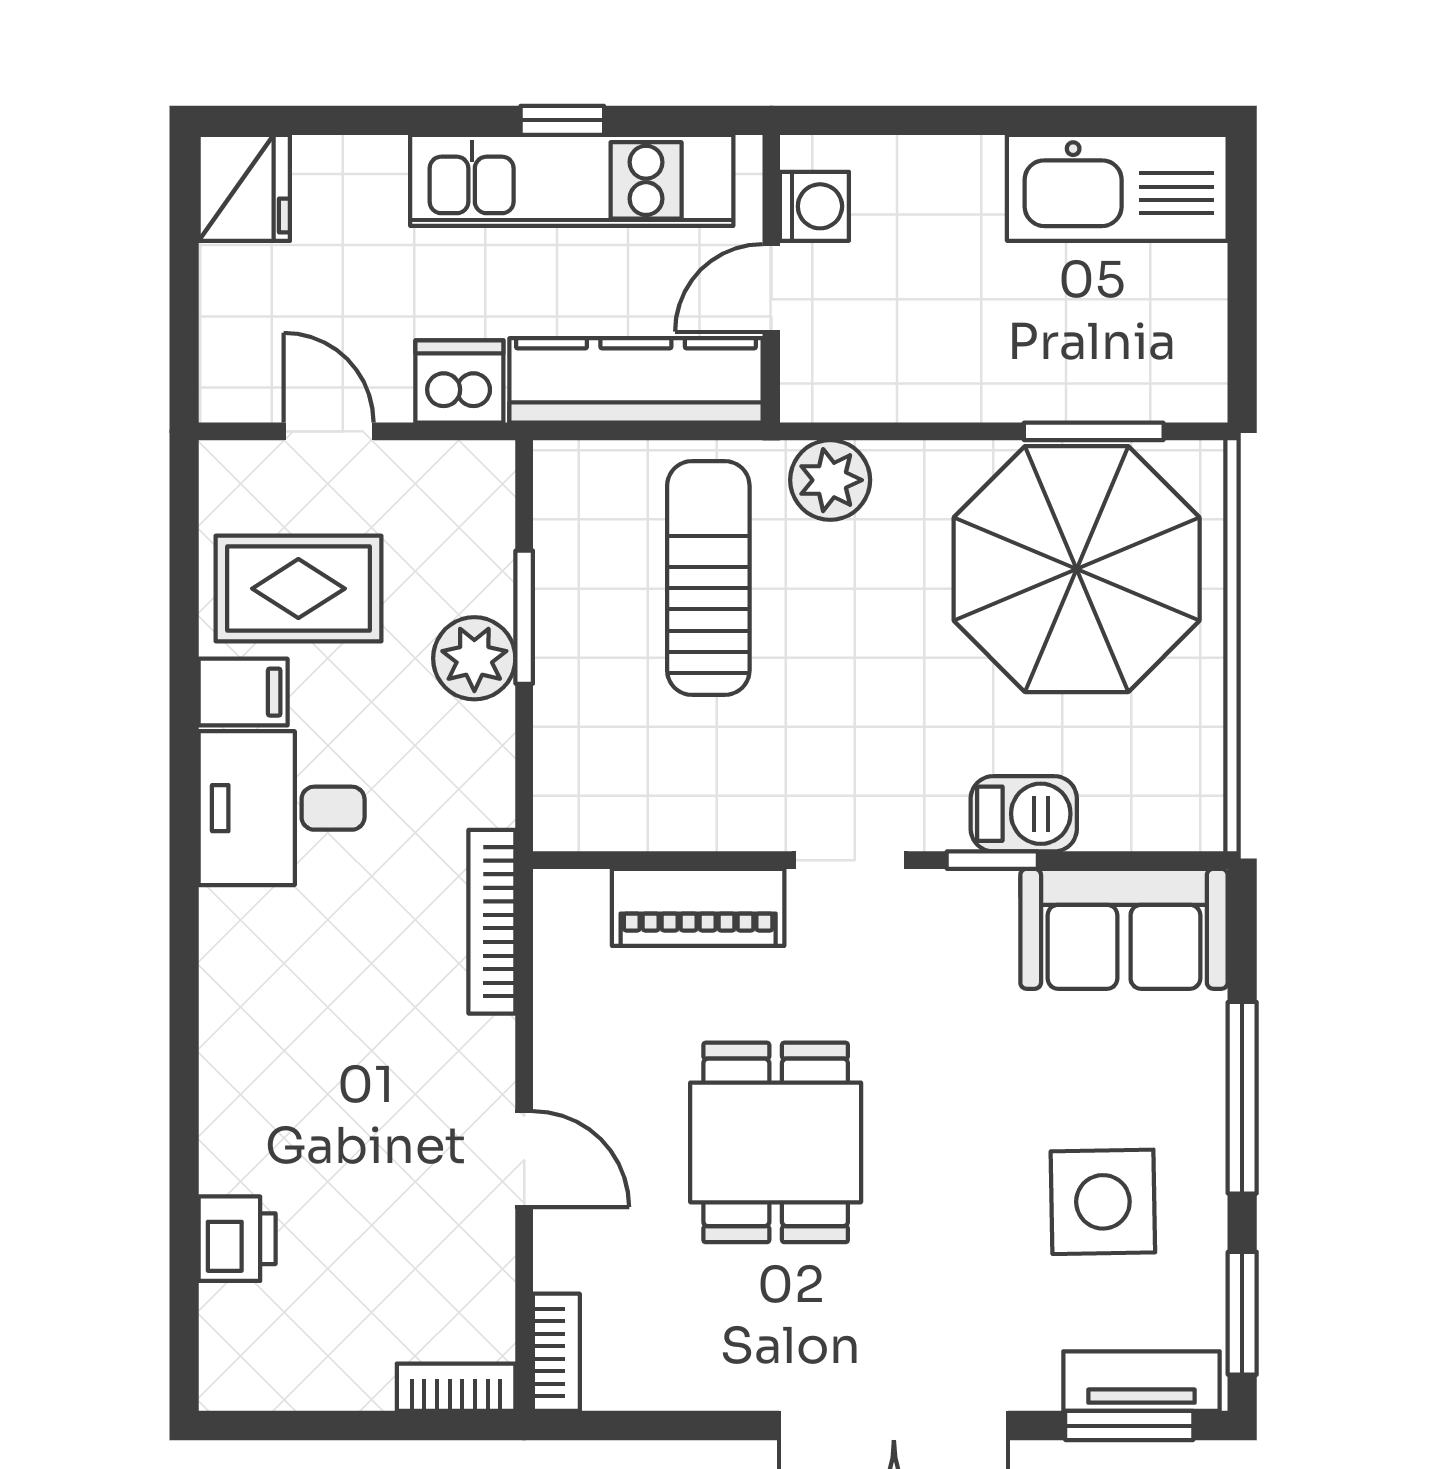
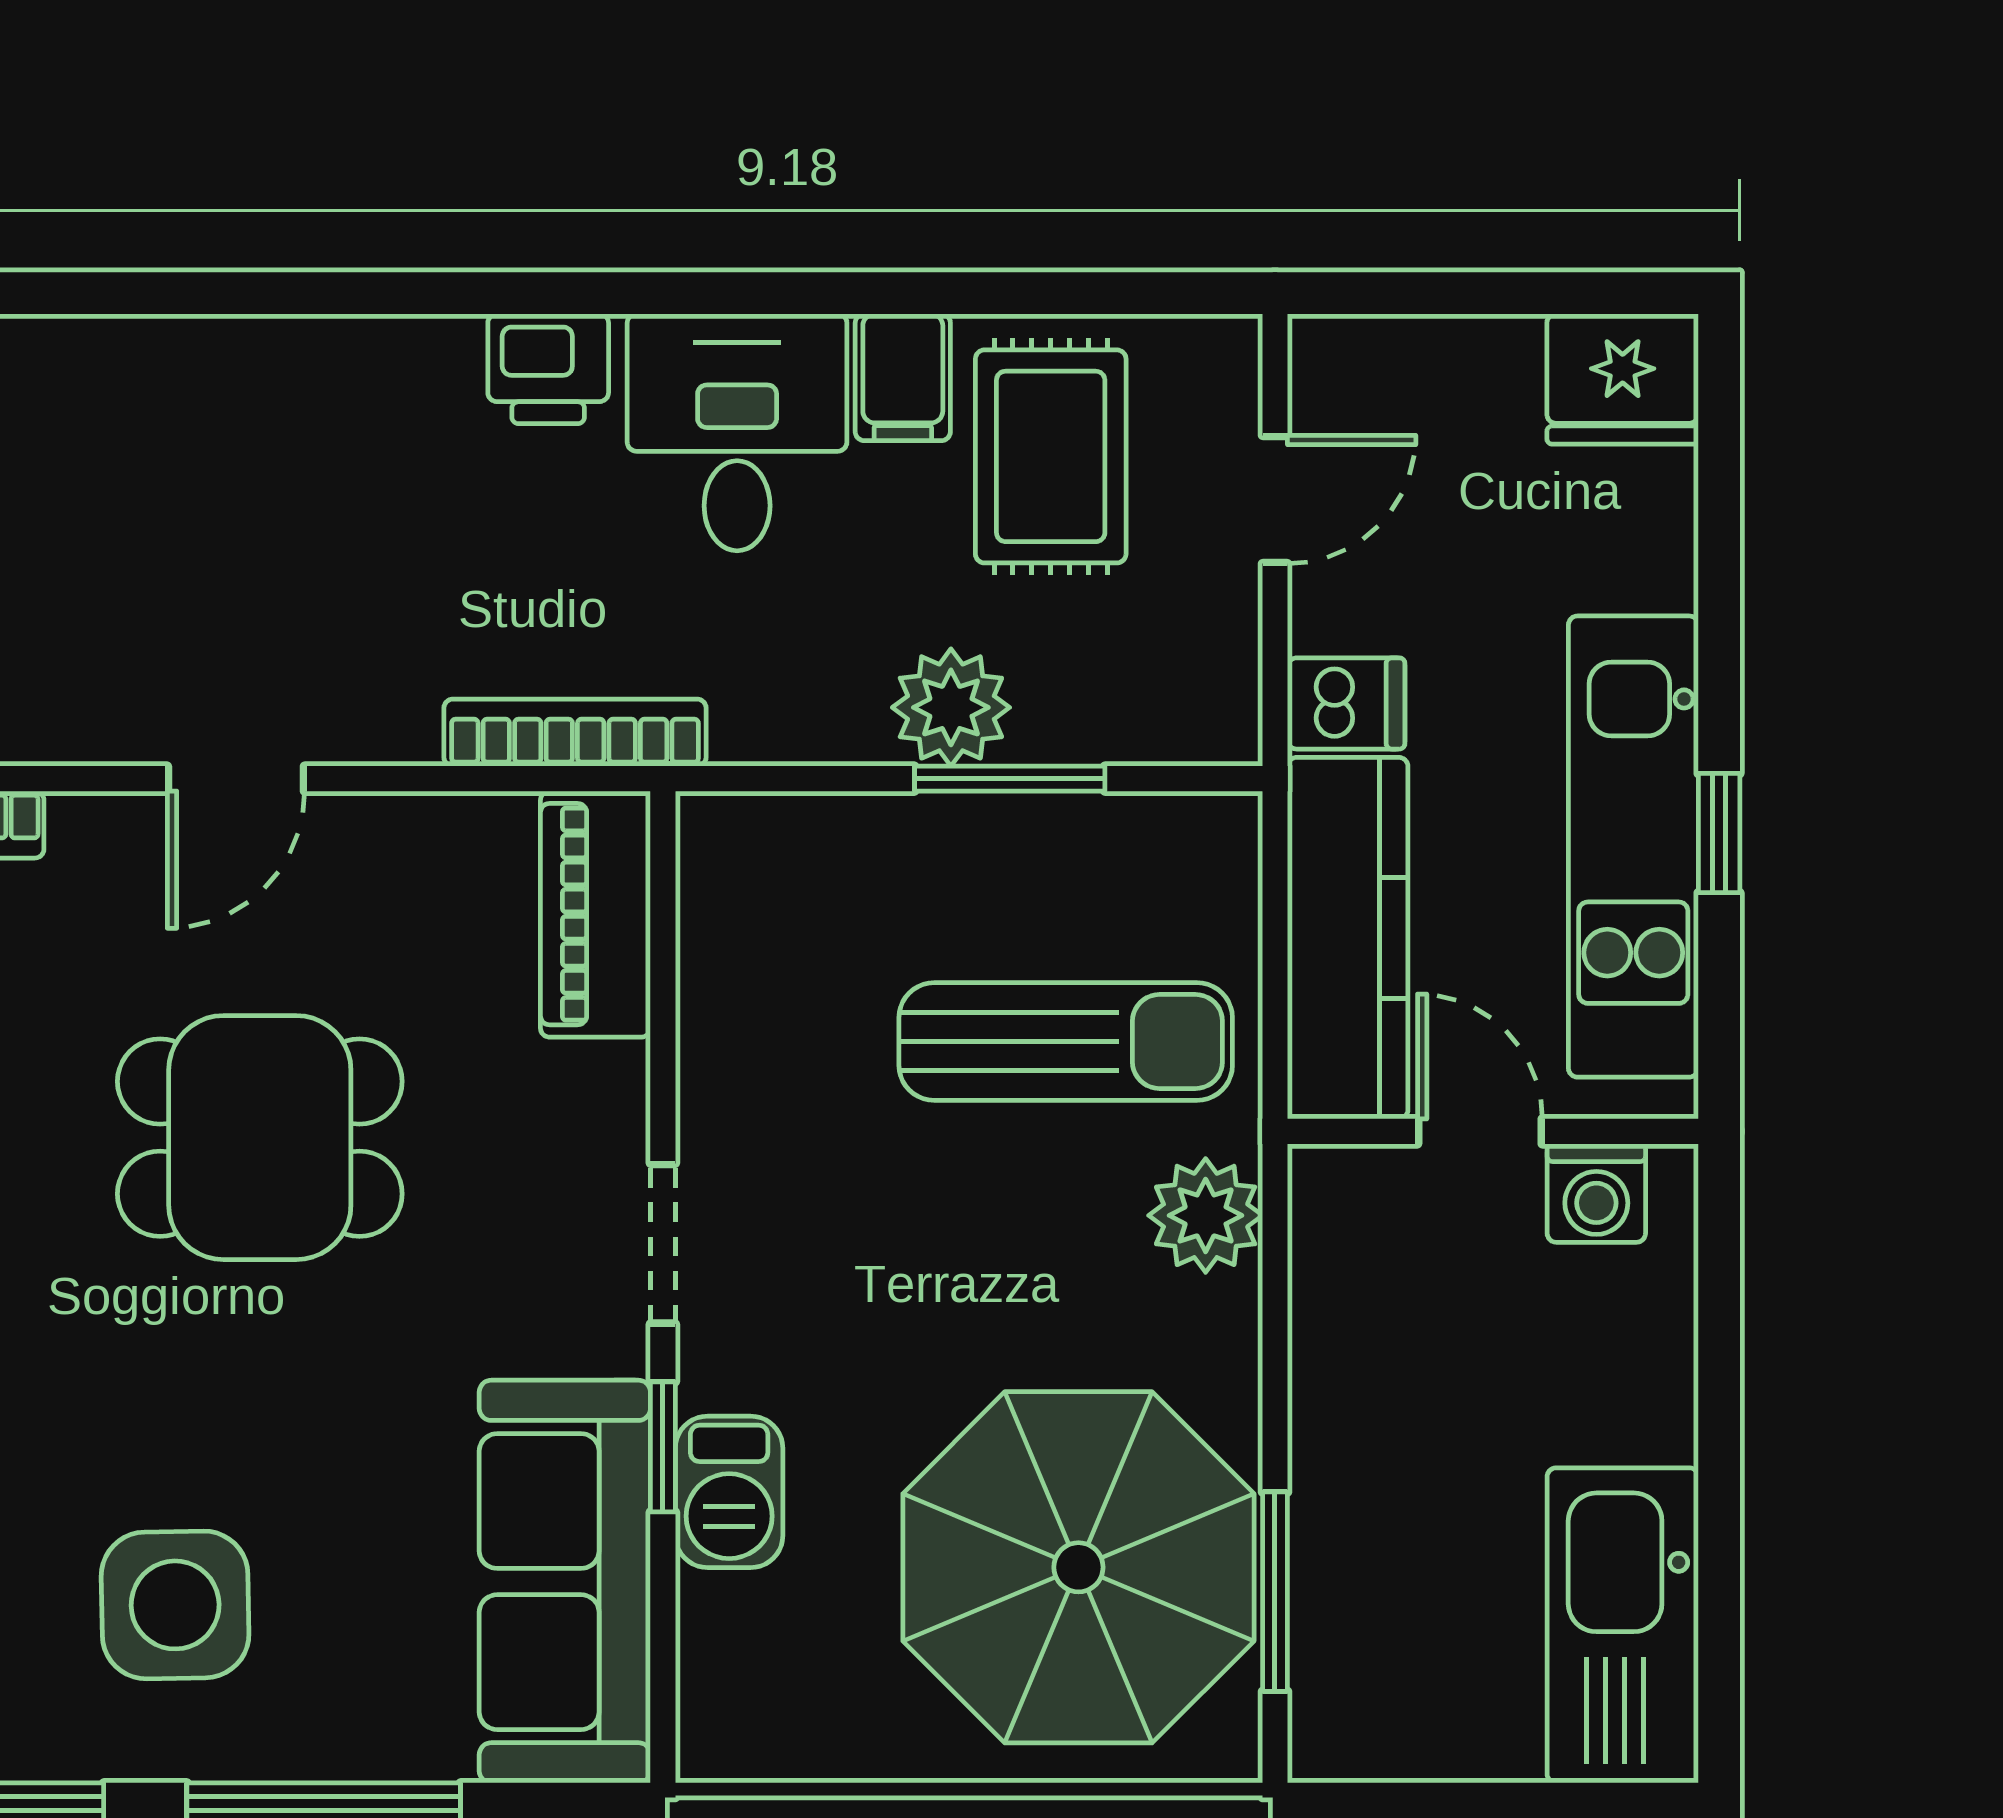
dishwasher: (459, 381) -> (1346, 703), width x0.73
piano: (698, 907) -> (595, 914), moved
sofa: (1124, 929) -> (565, 1582), width x1.36
printer: (237, 1239) -> (548, 369), moved

